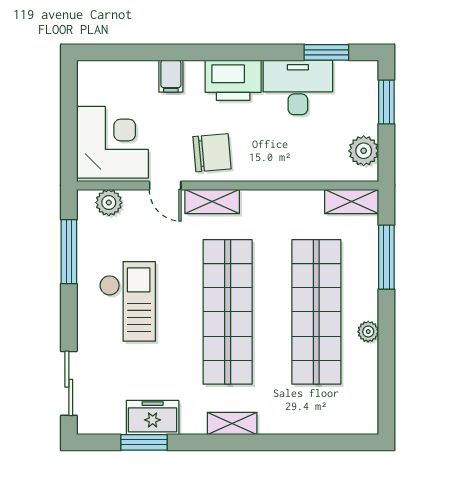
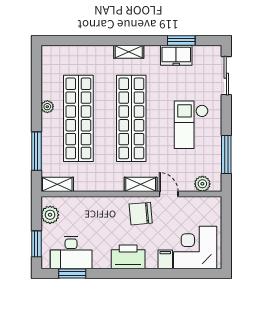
desk: (298, 87) -> (71, 253), moved
corner desk: (112, 142) -> (195, 247), moved, turned 90

